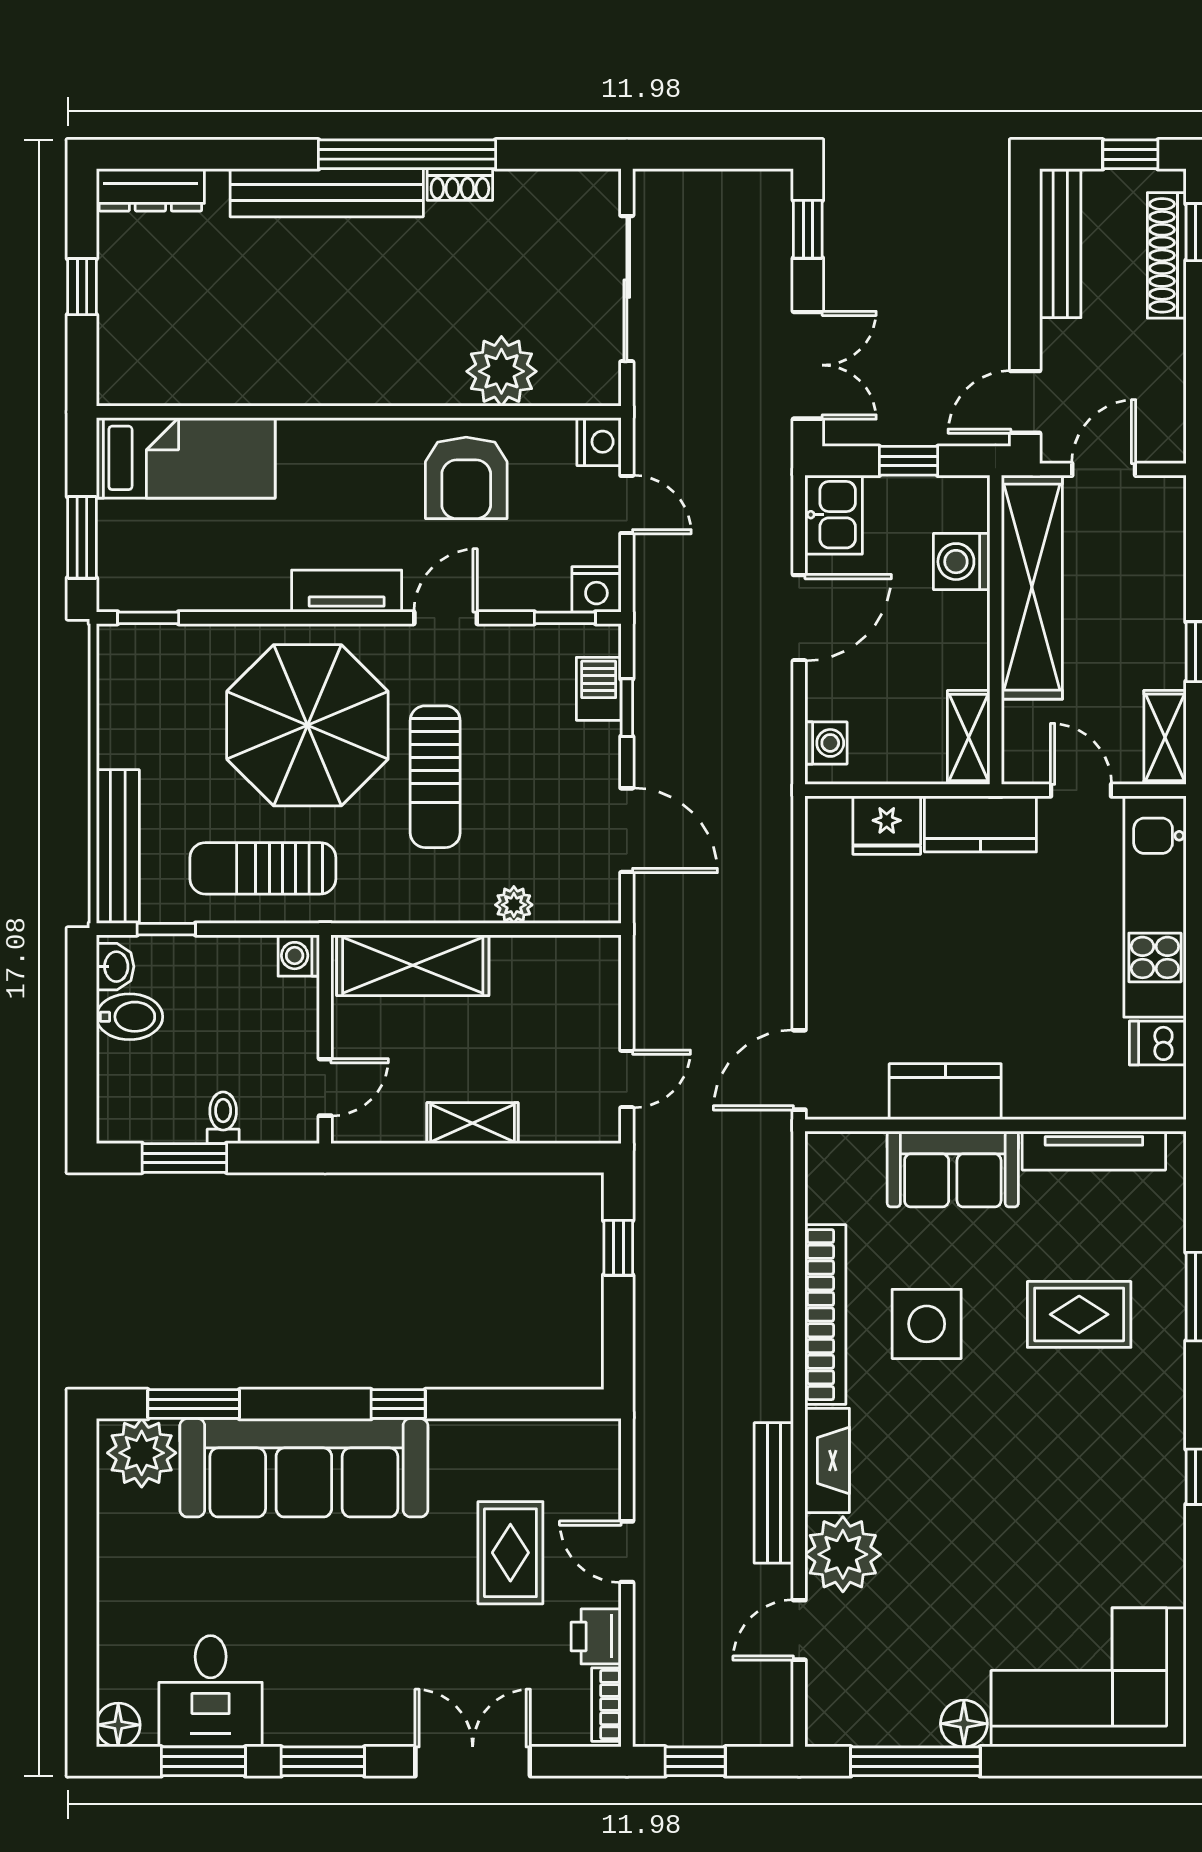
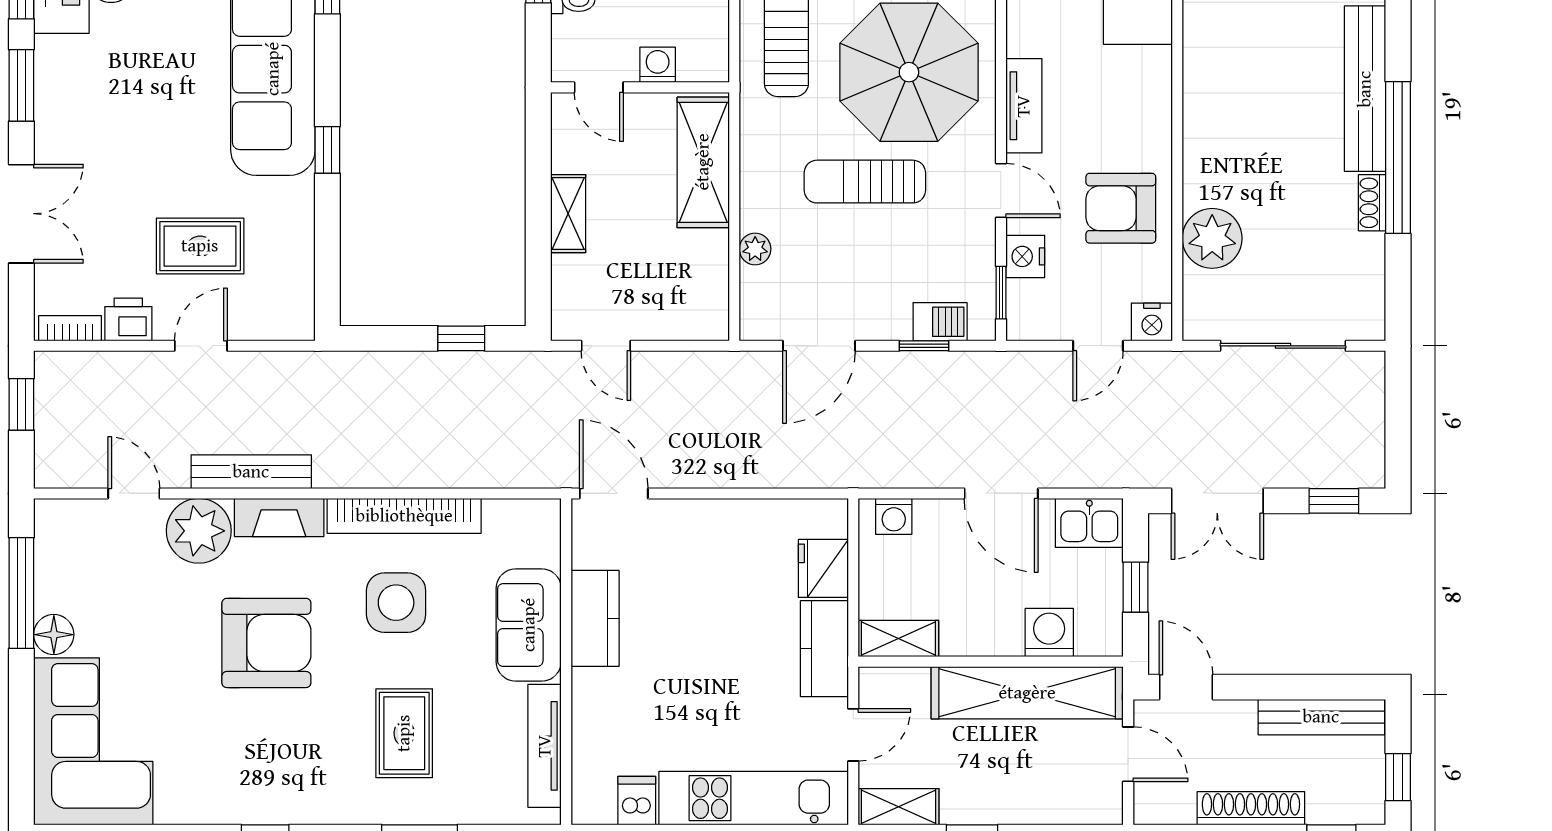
shoe rack: (1167, 255) -> (1251, 808), moved
nightstand: (596, 589) -> (1025, 256), moved
washing machine: (299, 956) -> (658, 65), moved
armchair: (974, 1475) -> (266, 643), added

